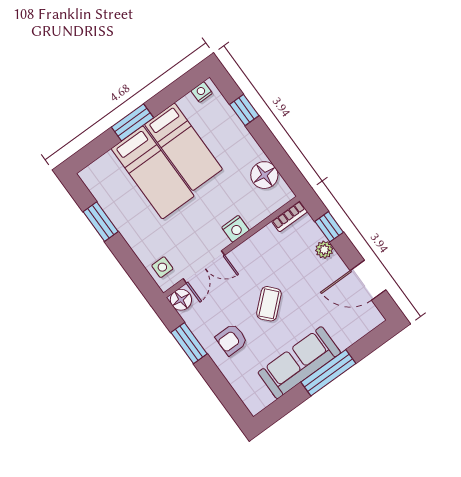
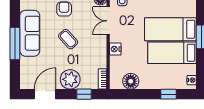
plant: (324, 250) -> (70, 79), width x1.87, depth x1.87

